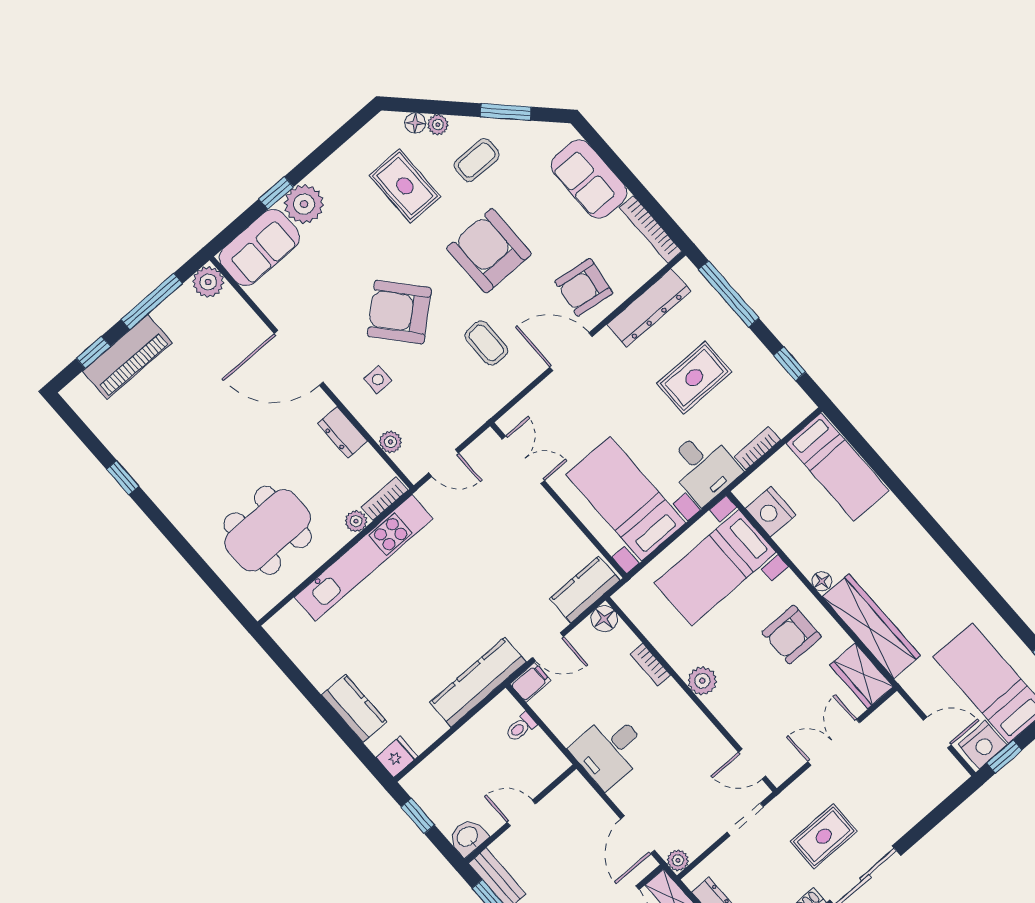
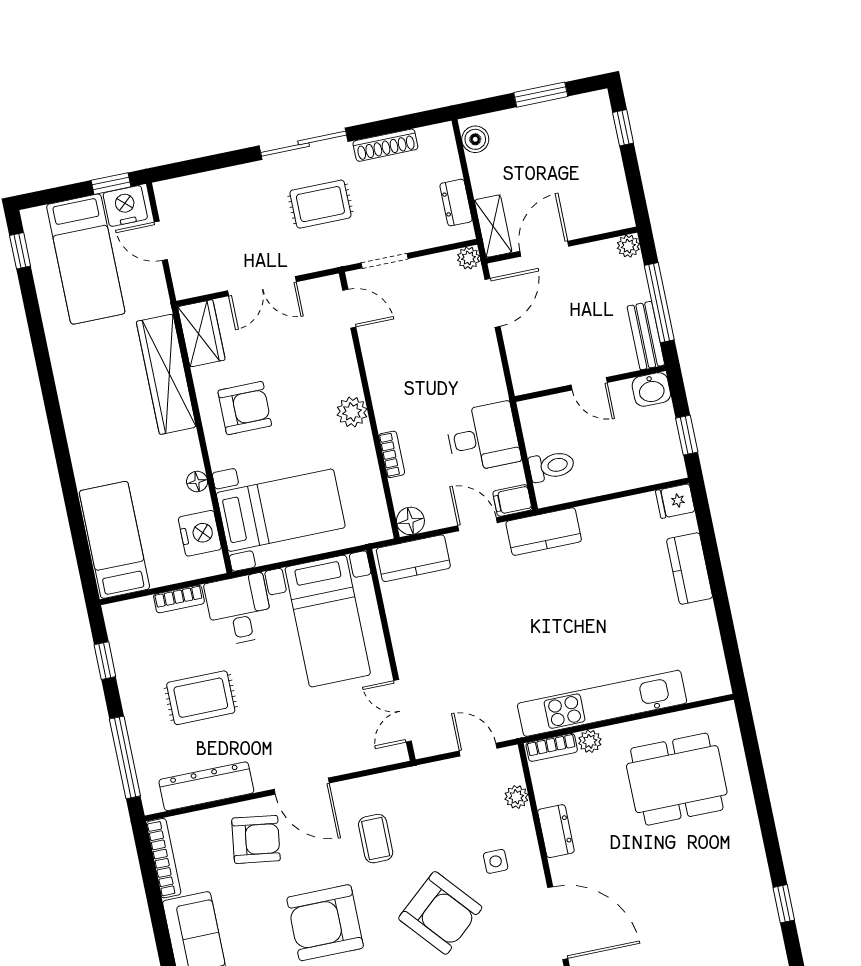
armchair: (489, 251) -> (325, 923), turned 90
floor lamp: (822, 581) -> (197, 482), moved
kitchen counter: (478, 682) -> (544, 532), width x0.67
toilet: (521, 727) -> (552, 466), width x1.37, depth x1.39
desk: (609, 750) -> (483, 437), moved

